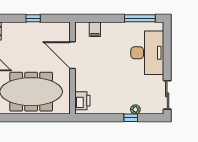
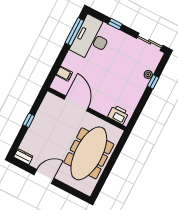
desk: (147, 53) -> (92, 39), moved, turned -90
window: (167, 53) -> (115, 24), added
door: (72, 55) -> (76, 103), swing flipped

